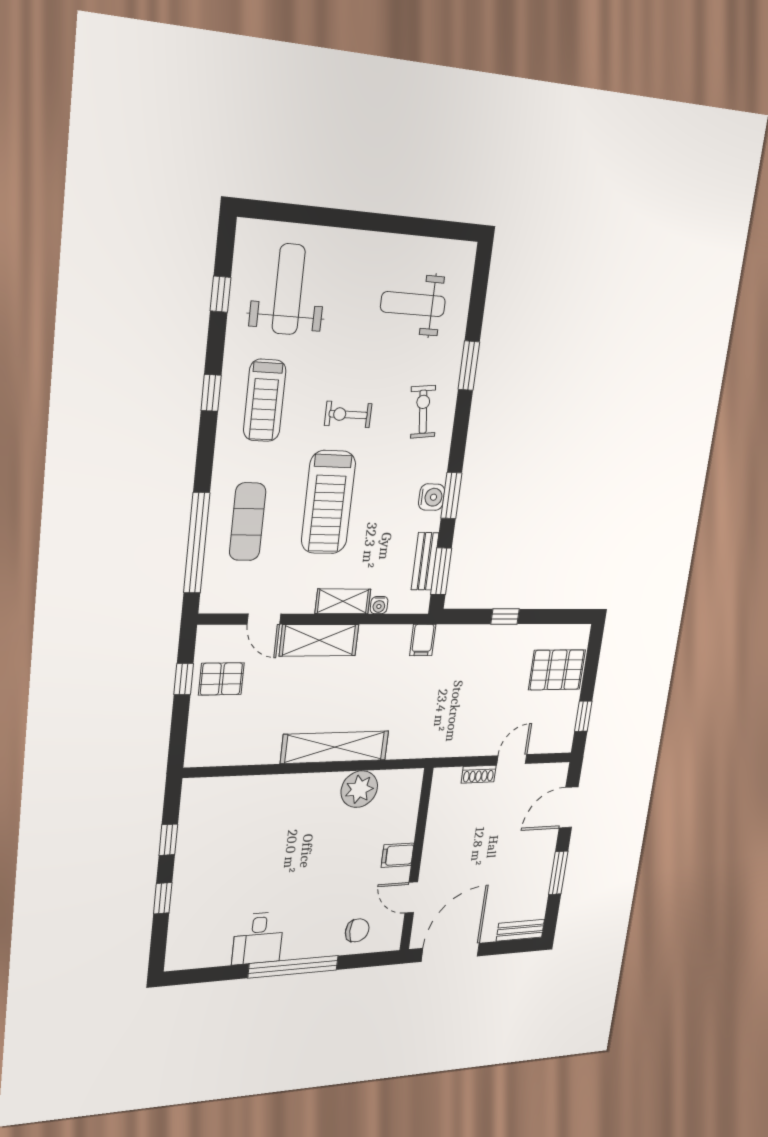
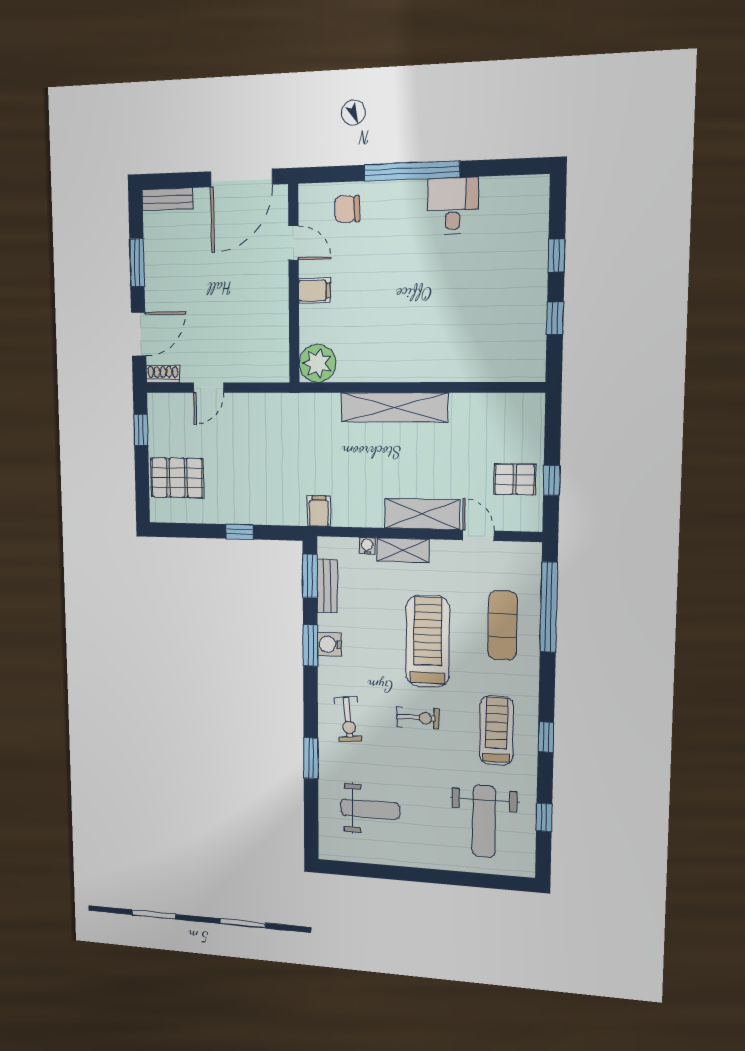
shoe rack: (479, 774) -> (163, 374), moved
plant: (359, 789) -> (317, 363), moved

